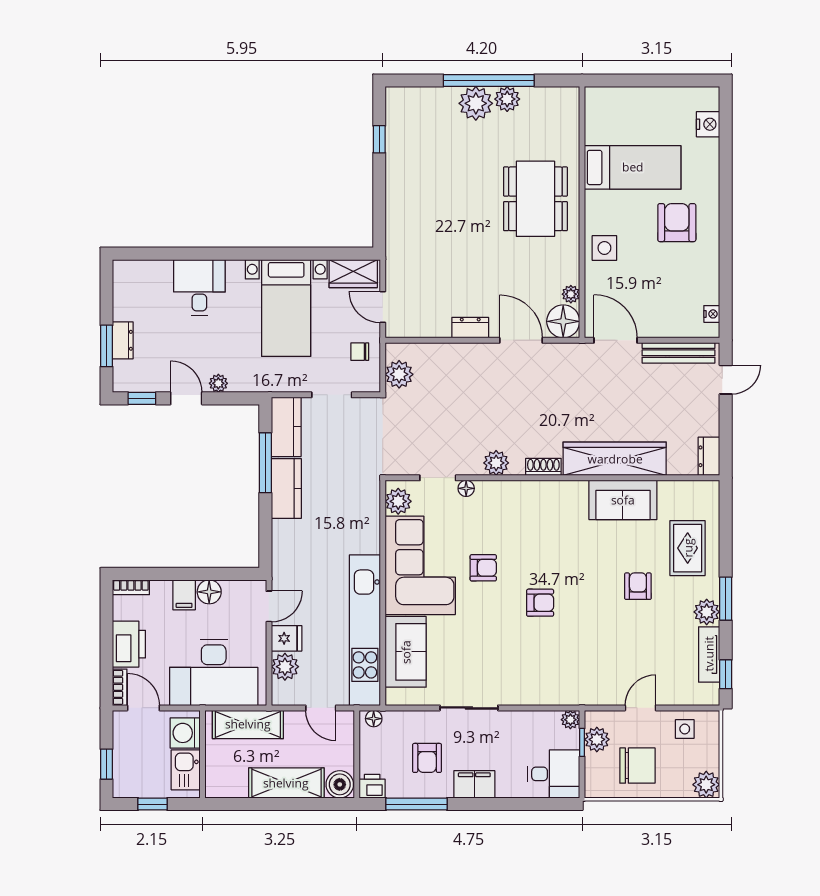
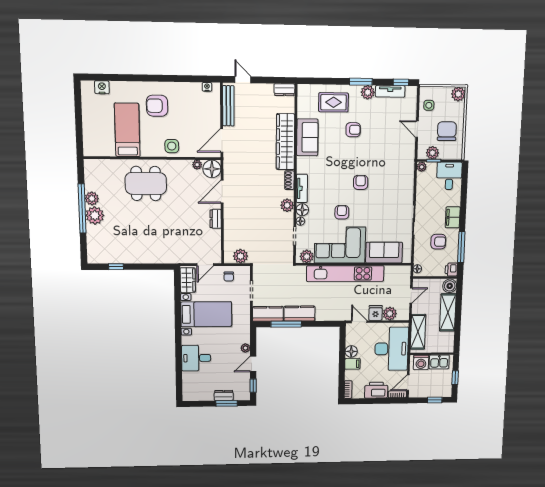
tv unit: (528, 490) -> (302, 188), added
floor lamp: (488, 492) -> (302, 210), added
armchair: (638, 586) -> (353, 130), turned 180
kitchen unit: (365, 630) -> (345, 274), moved

